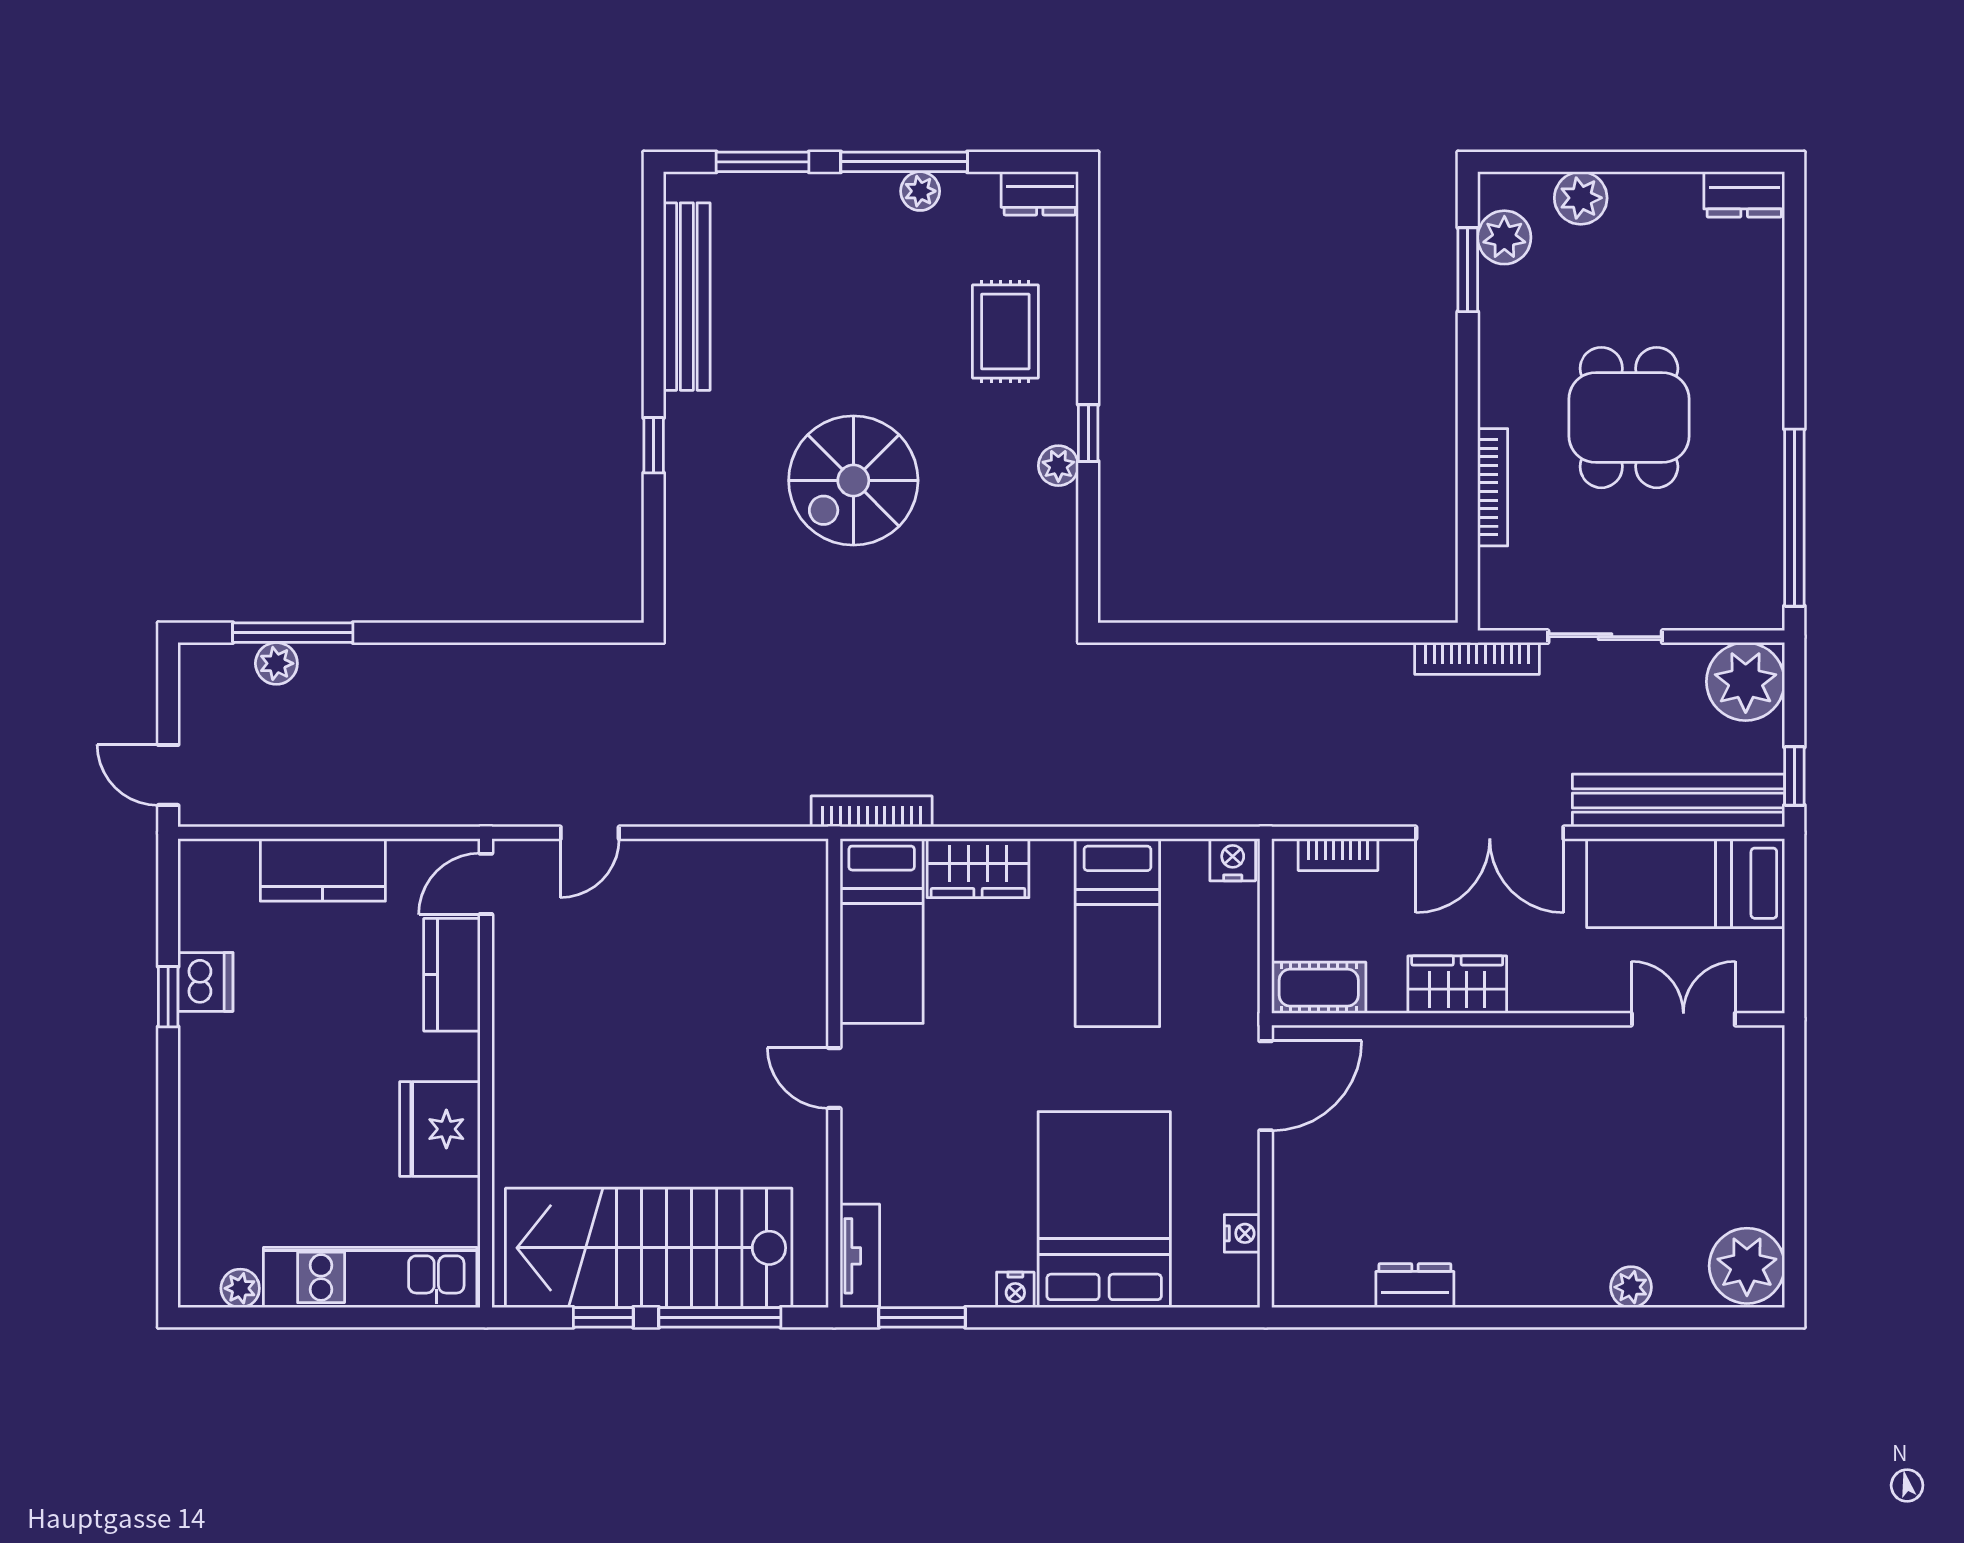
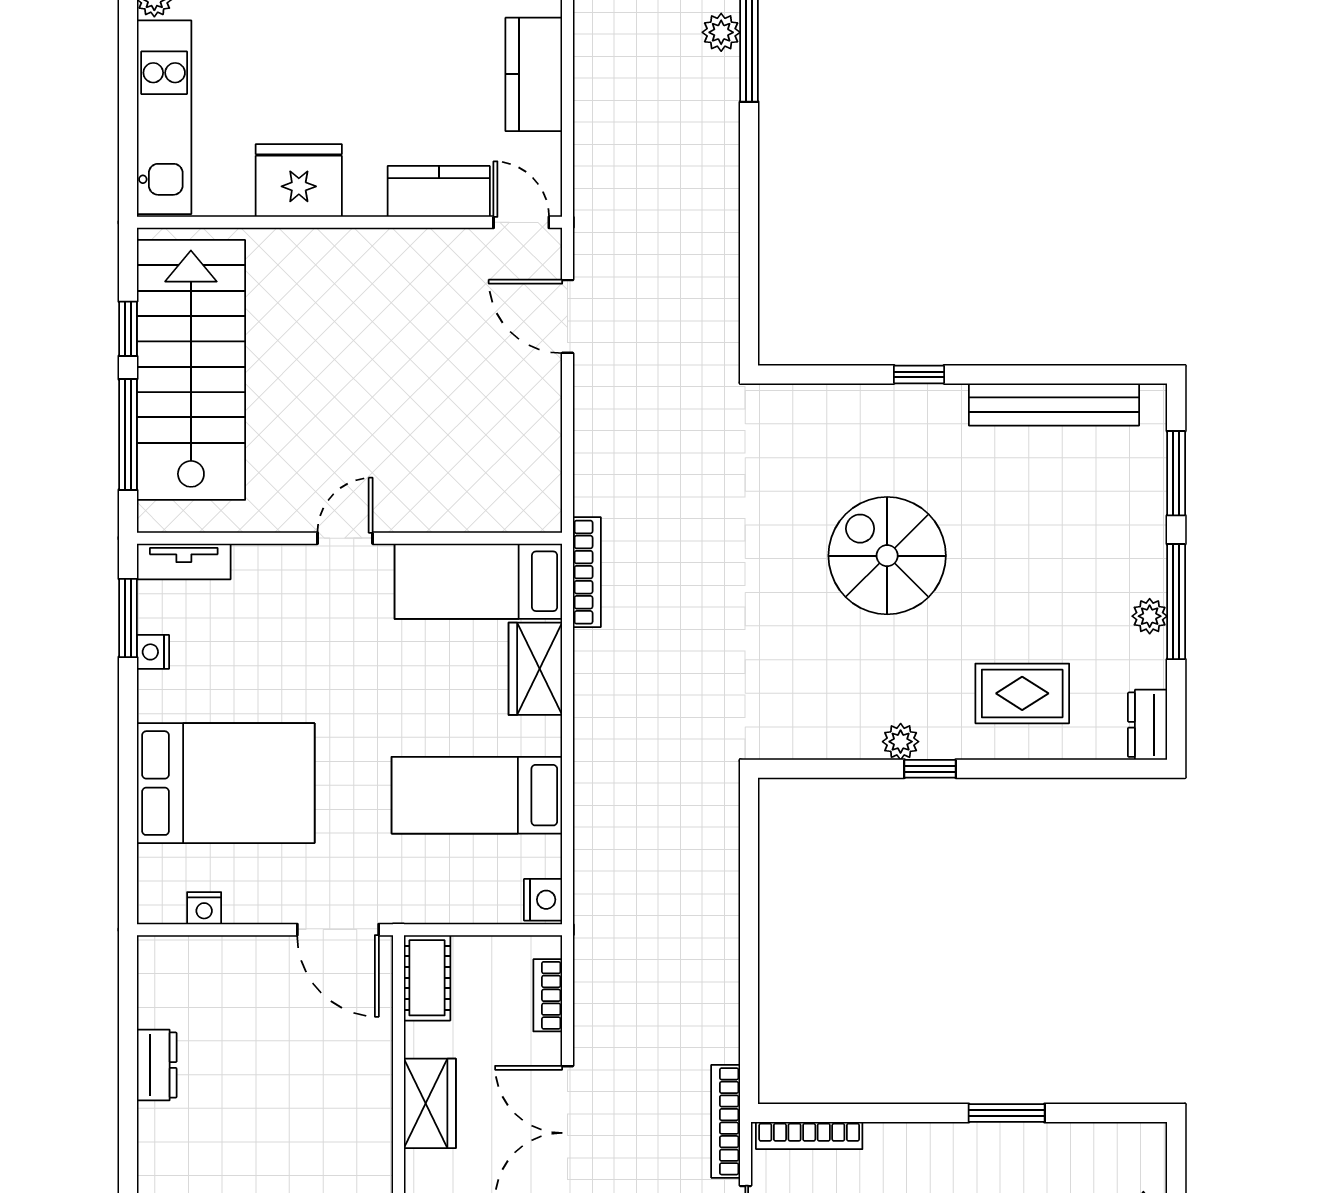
plant: (1504, 237) -> (1108, 1146), removed
window: (1468, 270) -> (1007, 1113), moved
bookcase: (1493, 487) -> (809, 1136), moved
door: (590, 833) -> (568, 316), width x1.38
nightstand: (1015, 1290) -> (153, 652), moved

